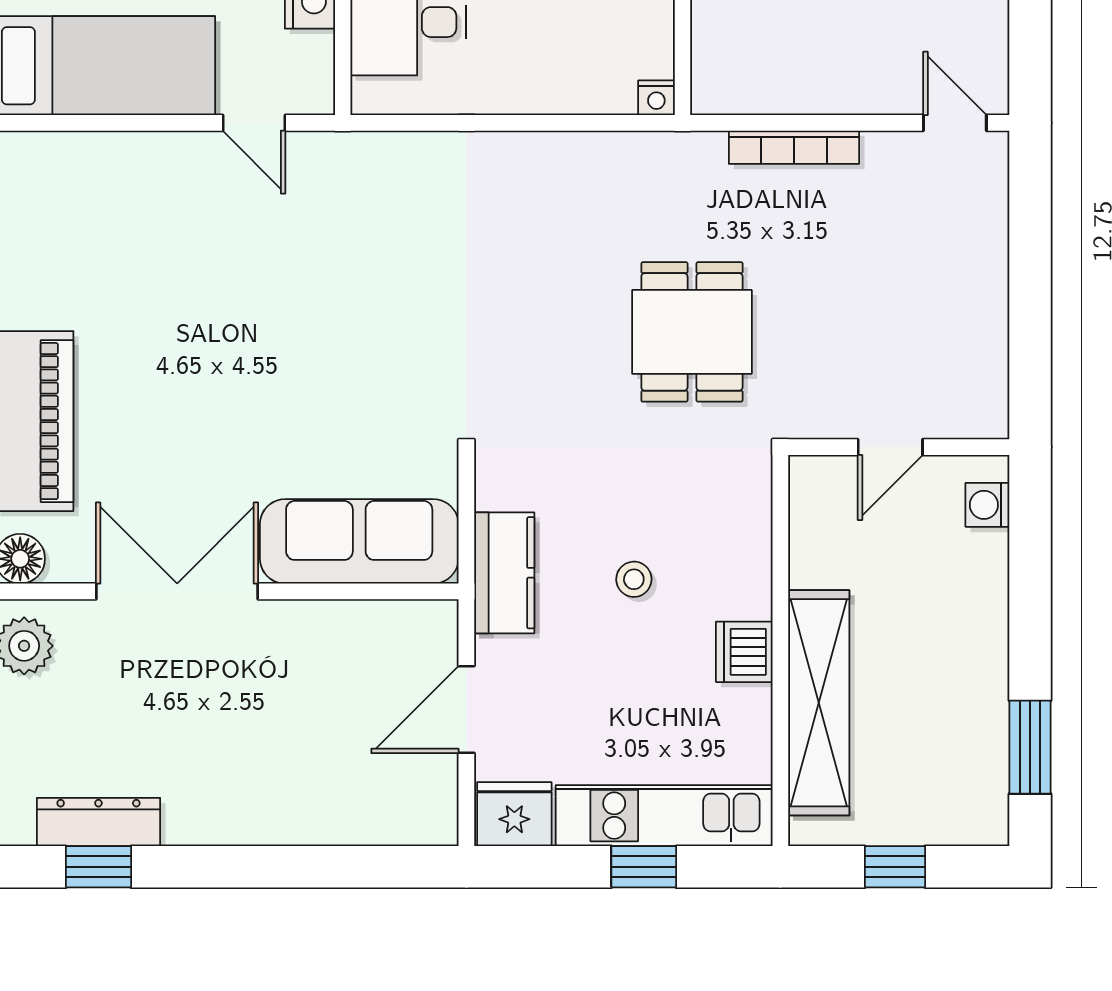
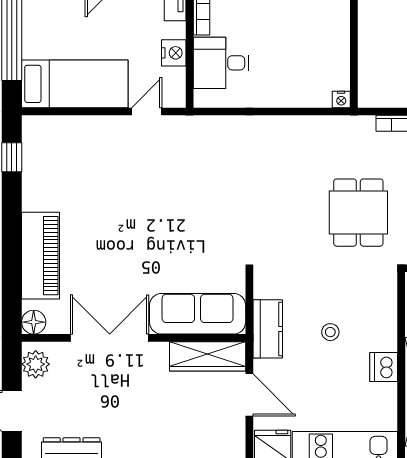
door: (254, 123) -> (147, 112), swing flipped
wardrobe: (380, 629) -> (208, 356), added
door: (466, 710) -> (249, 395), swing flipped

